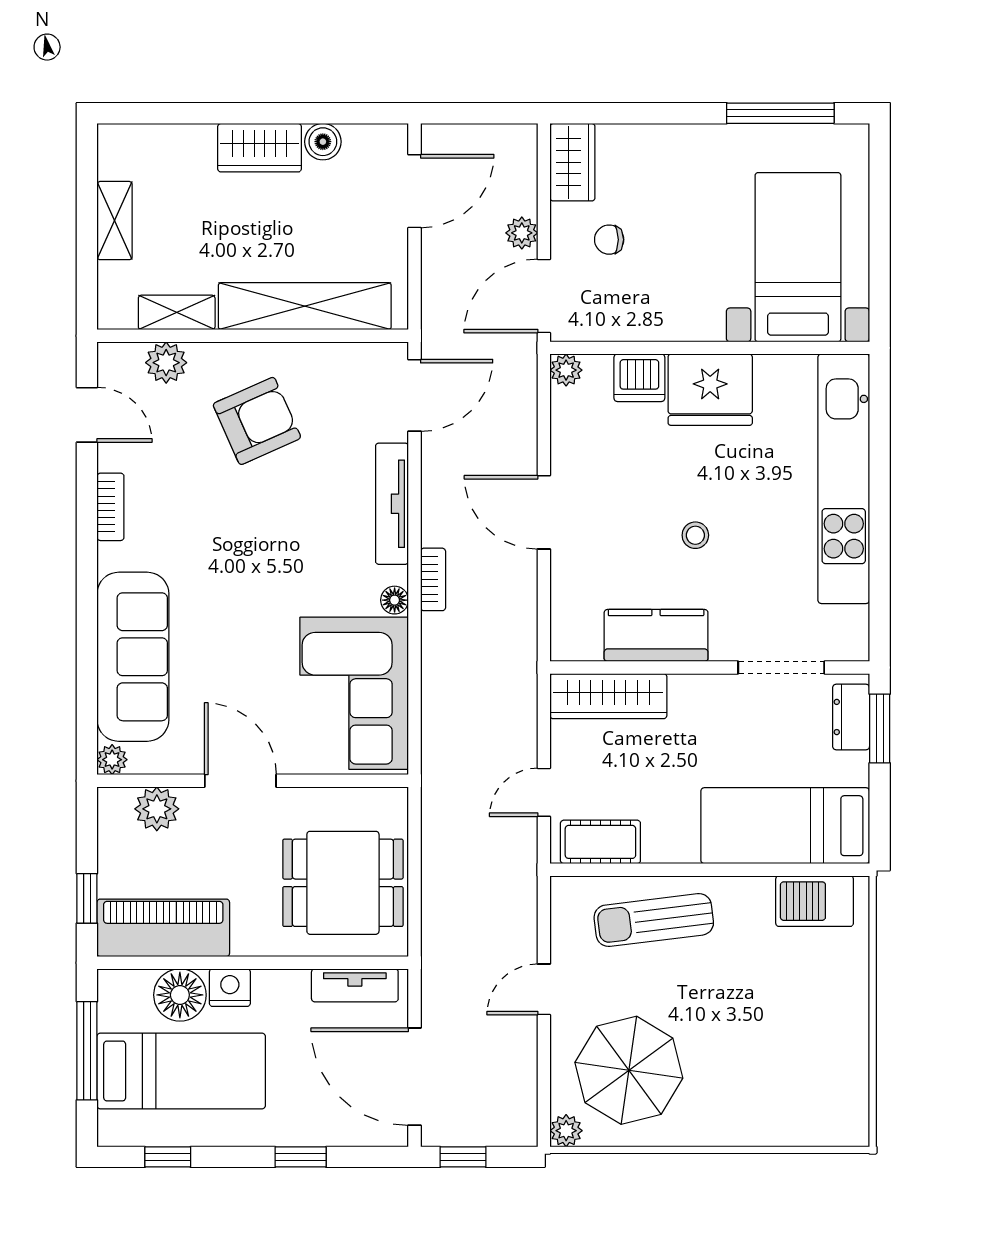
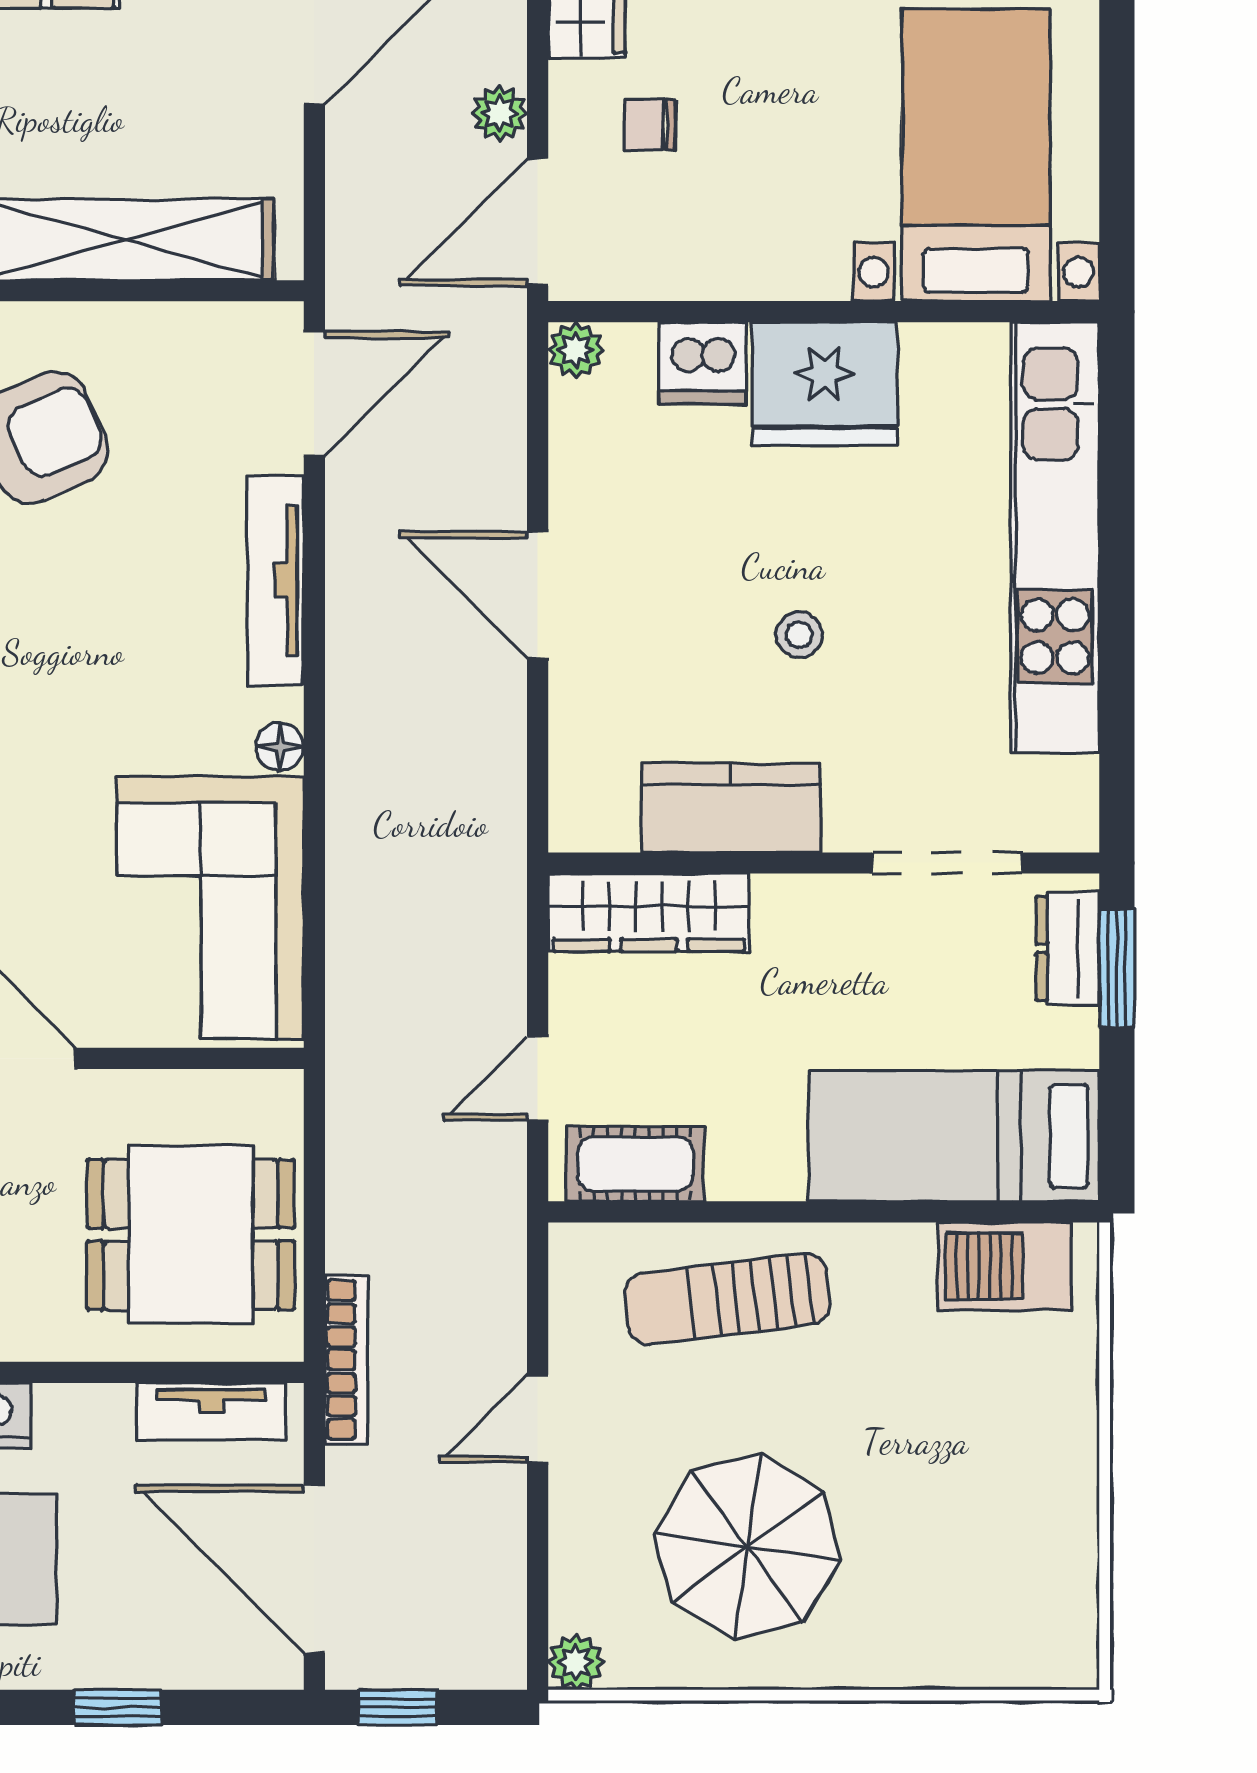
bookcase: (433, 579) -> (346, 1360), moved, width x1.56
parasol: (629, 1070) -> (748, 1547), moved

